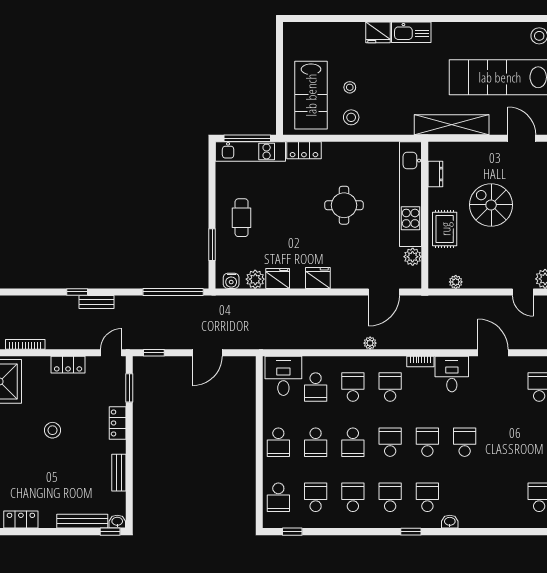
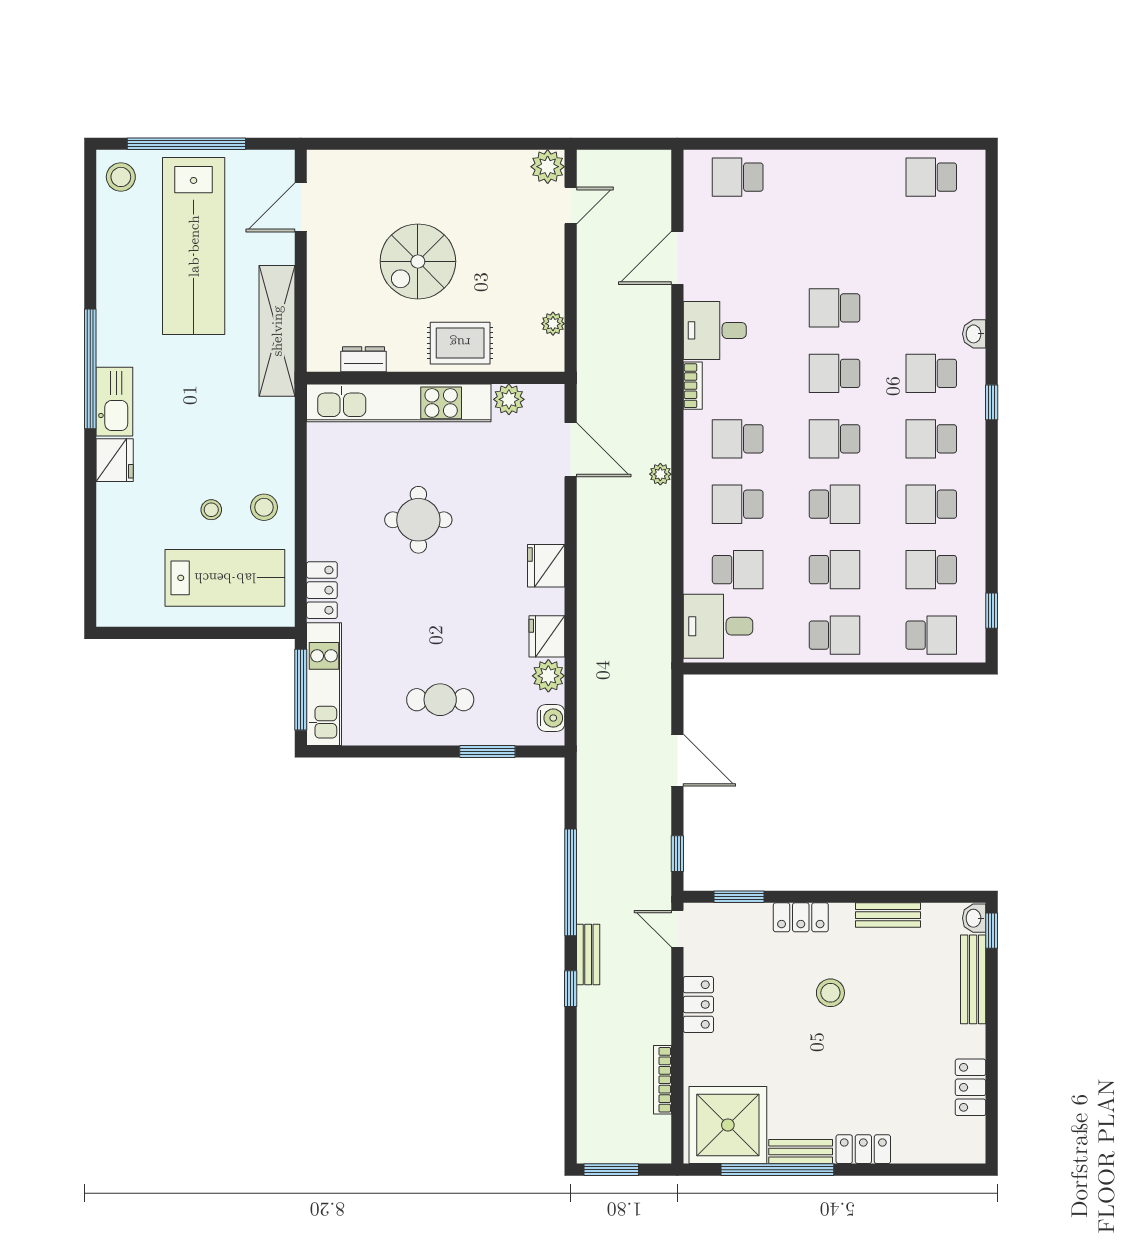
window: (430, 18) -> (90, 369), added
window: (173, 292) -> (571, 882), moved
stool: (52, 430) -> (830, 993), moved

